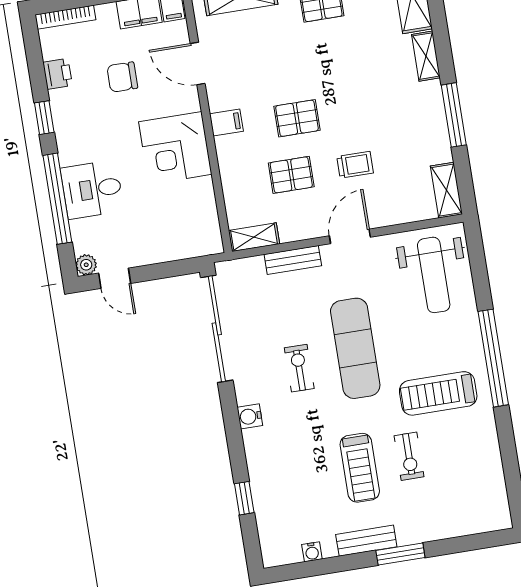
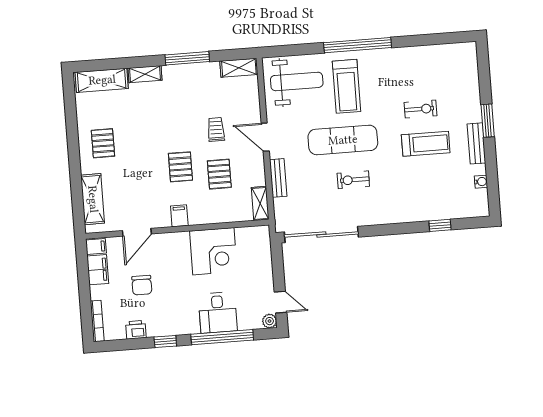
corner desk: (175, 148) -> (213, 251), moved
door: (115, 278) -> (280, 302), hinge flipped
treadmill: (438, 393) -> (347, 86), moved
water cooler: (250, 416) -> (384, 217), removed

